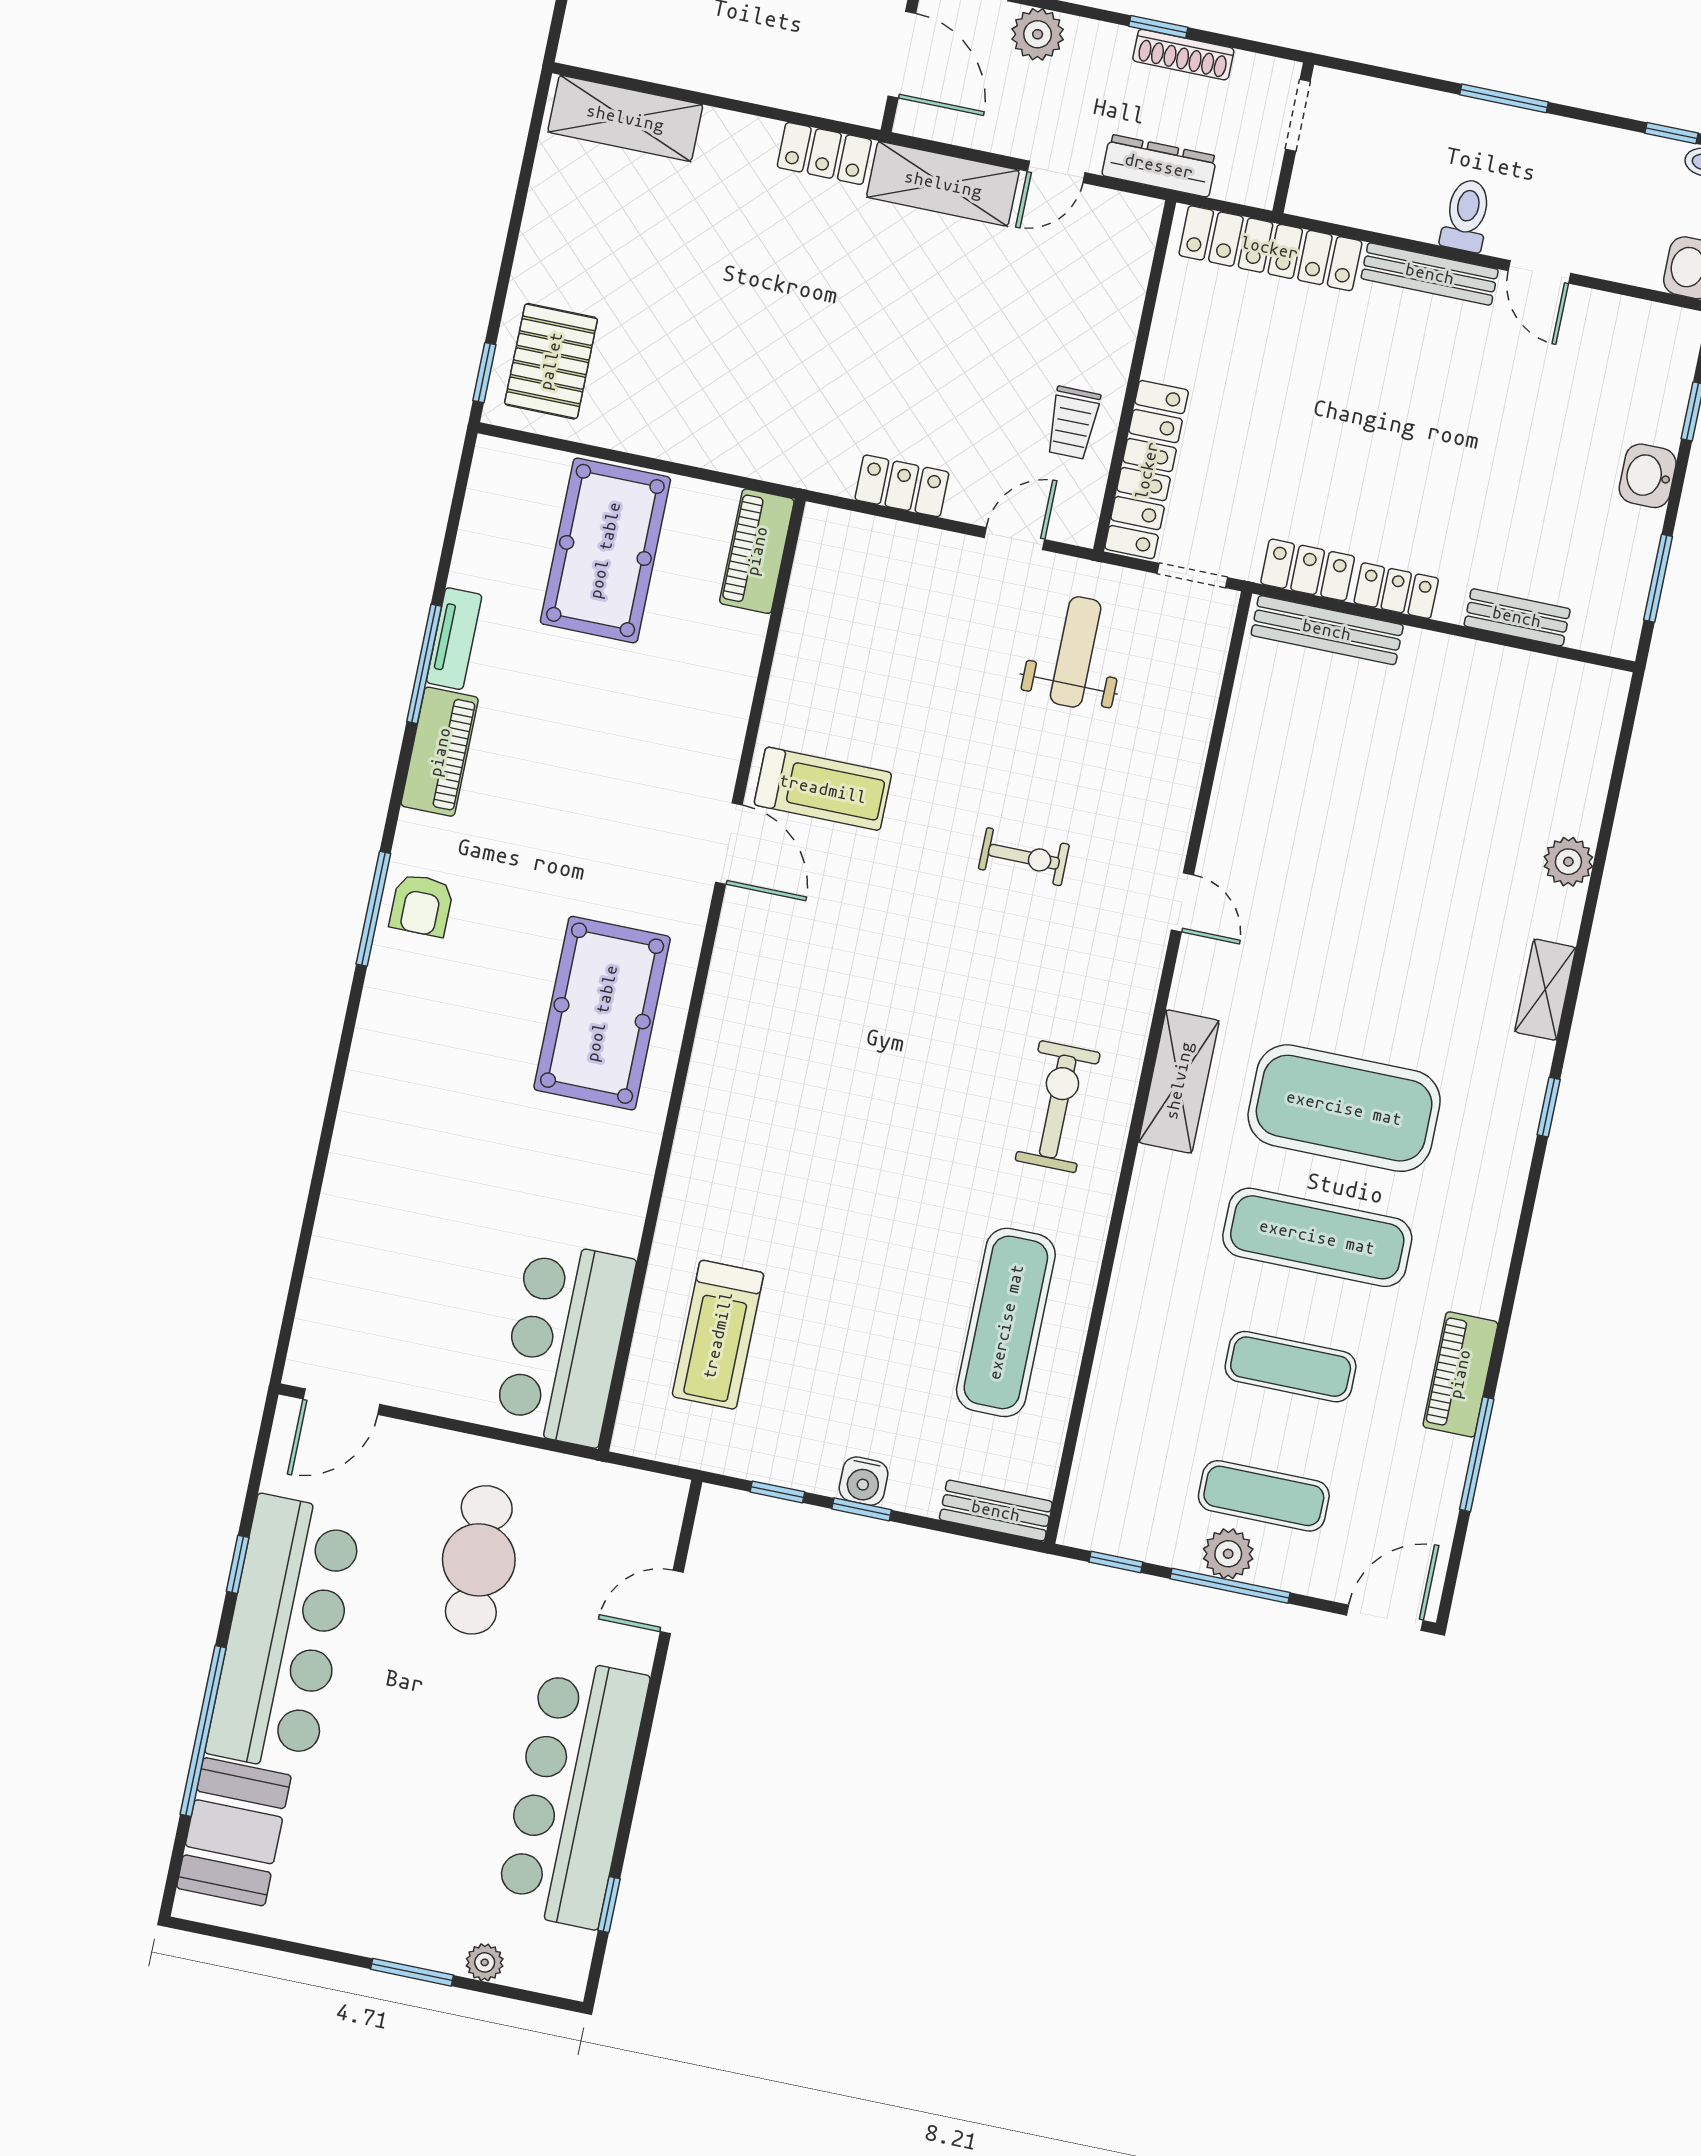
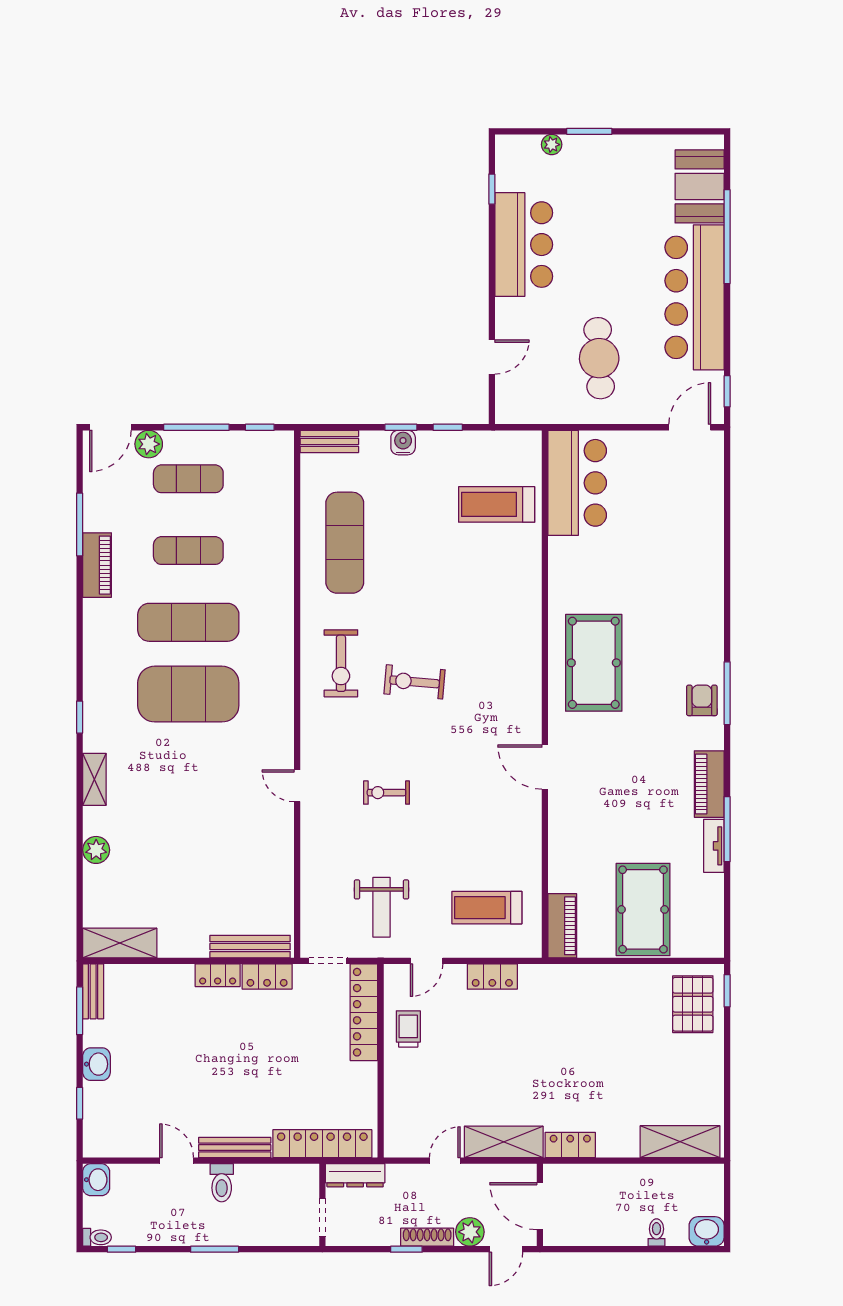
shoe rack: (1183, 55) -> (427, 1237), moved
dresser: (1159, 166) -> (355, 1175), moved
bench: (1517, 617) -> (93, 991), moved, turned 90
treadmill: (823, 789) -> (487, 908), moved
exercise bike: (932, 1046) -> (415, 682), added
shelving: (1179, 1081) -> (120, 943), moved, turned 90
treadmill: (718, 1335) -> (497, 504), turned -90
plant: (1228, 1554) -> (149, 444), moved
window: (238, 1564) -> (727, 391), moved
bar counter: (572, 1793) -> (524, 245), width x0.73

